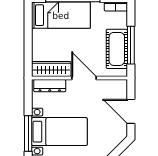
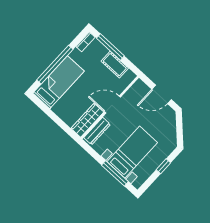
window: (131, 45) -> (110, 47), moved
cot: (117, 49) -> (115, 65), width x0.73, depth x0.75

